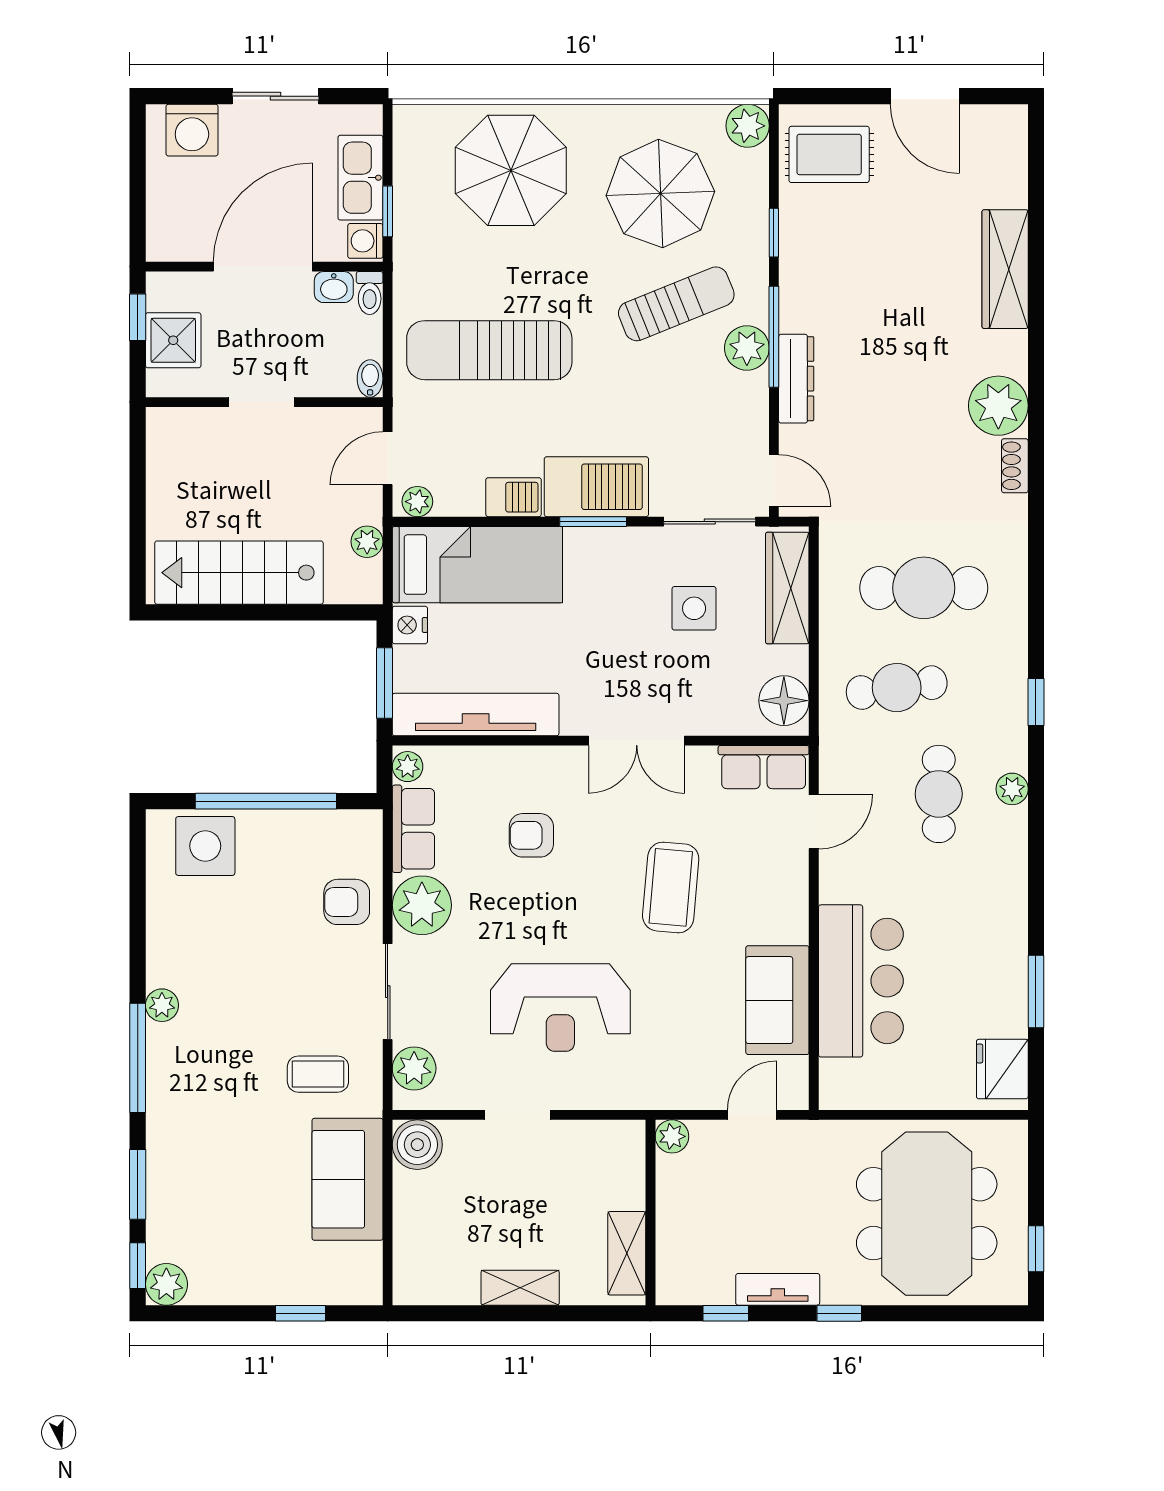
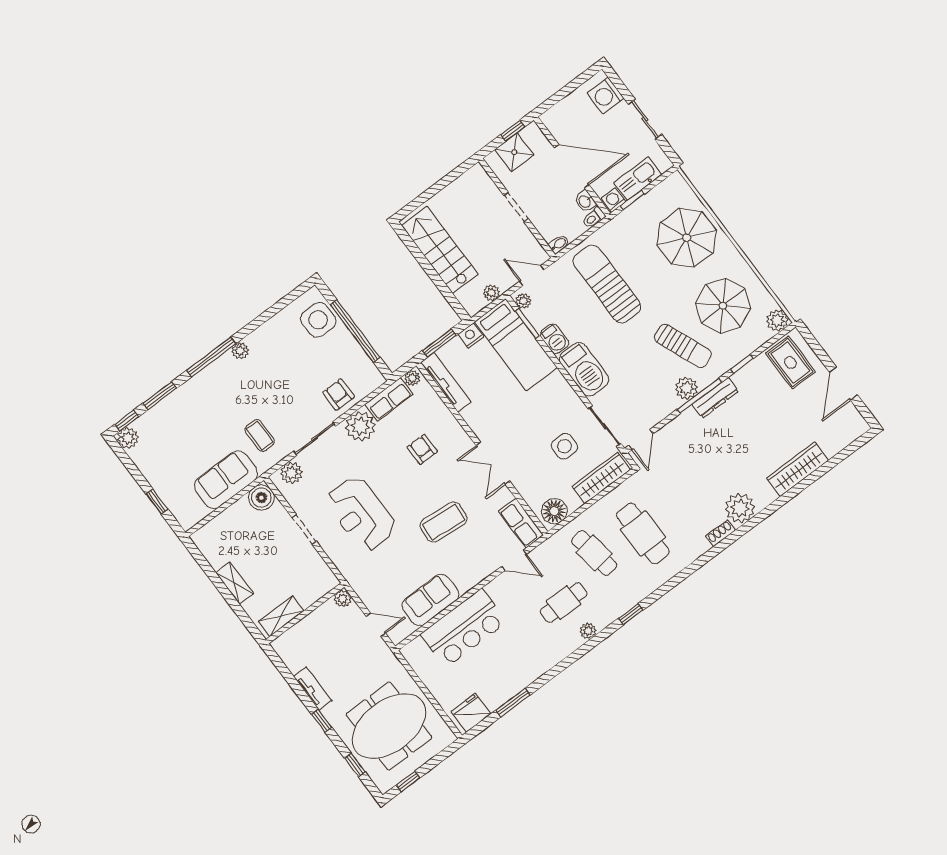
dresser: (796, 379) -> (715, 398), moved
window: (593, 522) -> (527, 323), moved
tv unit: (476, 714) -> (446, 382), width x0.73, depth x0.78
window: (726, 1313) -> (355, 765), moved

